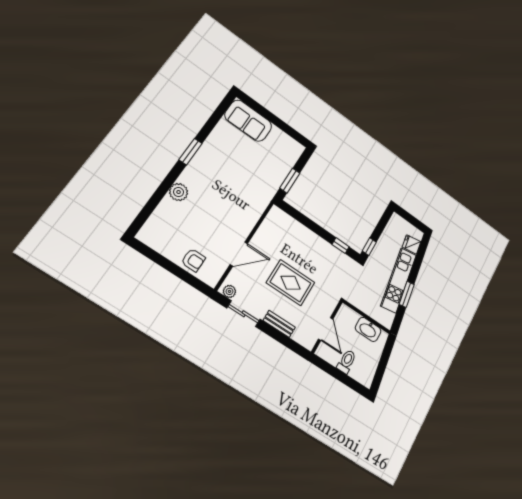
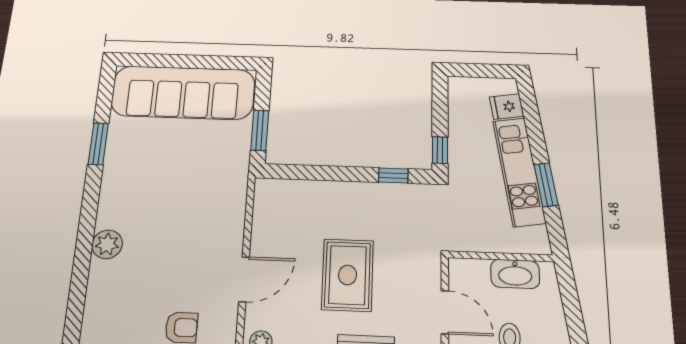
sofa: (248, 121) -> (183, 93), width x1.85, depth x1.27
window: (191, 152) -> (98, 144), moved
rug: (291, 283) -> (347, 275), turned 90

